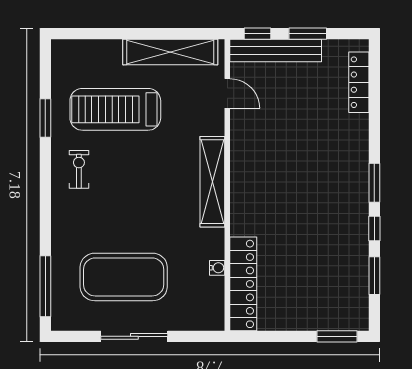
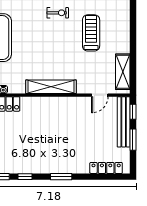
shelving: (170, 52) -> (123, 72), width x0.68
treadmill: (115, 109) -> (91, 33), width x0.73, depth x0.73
window: (374, 183) -> (61, 177), moved

